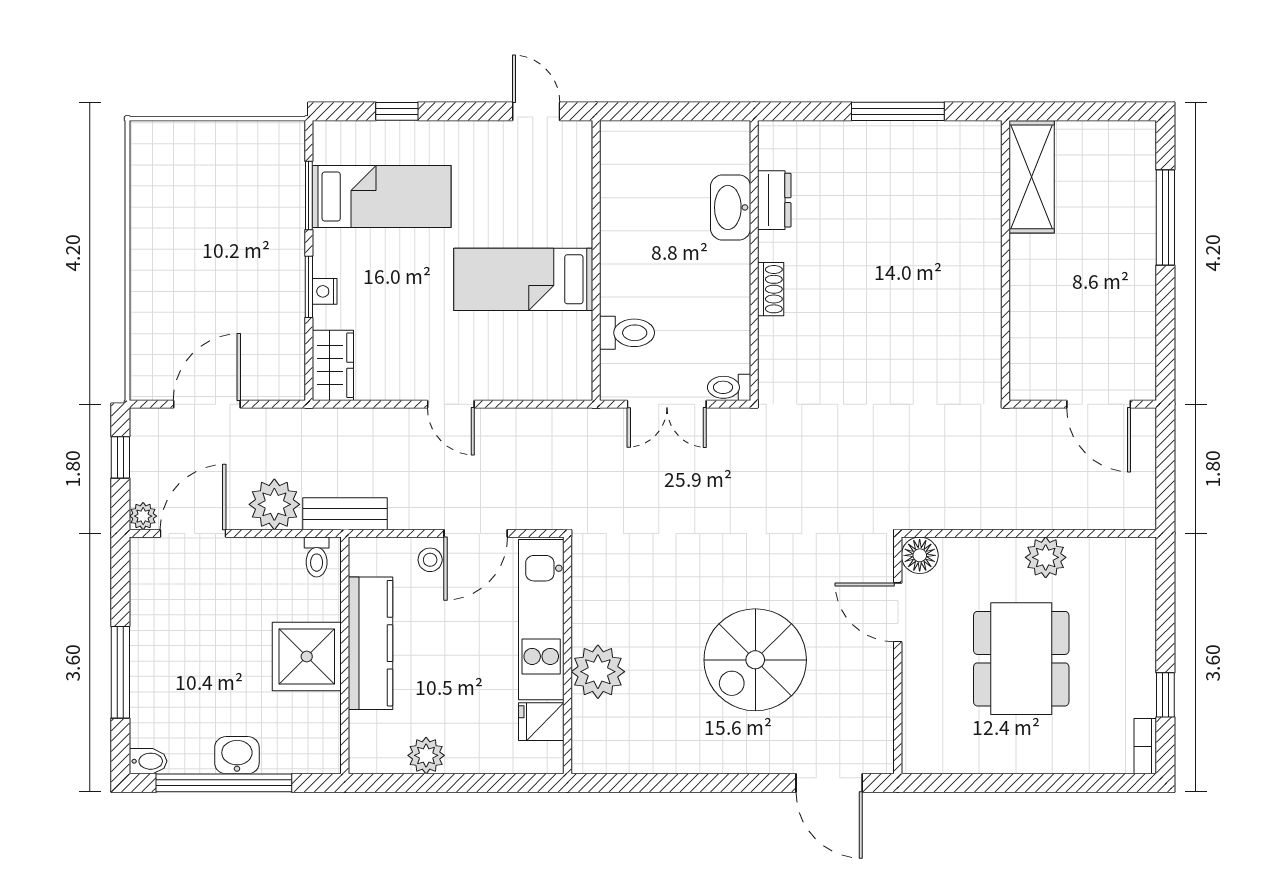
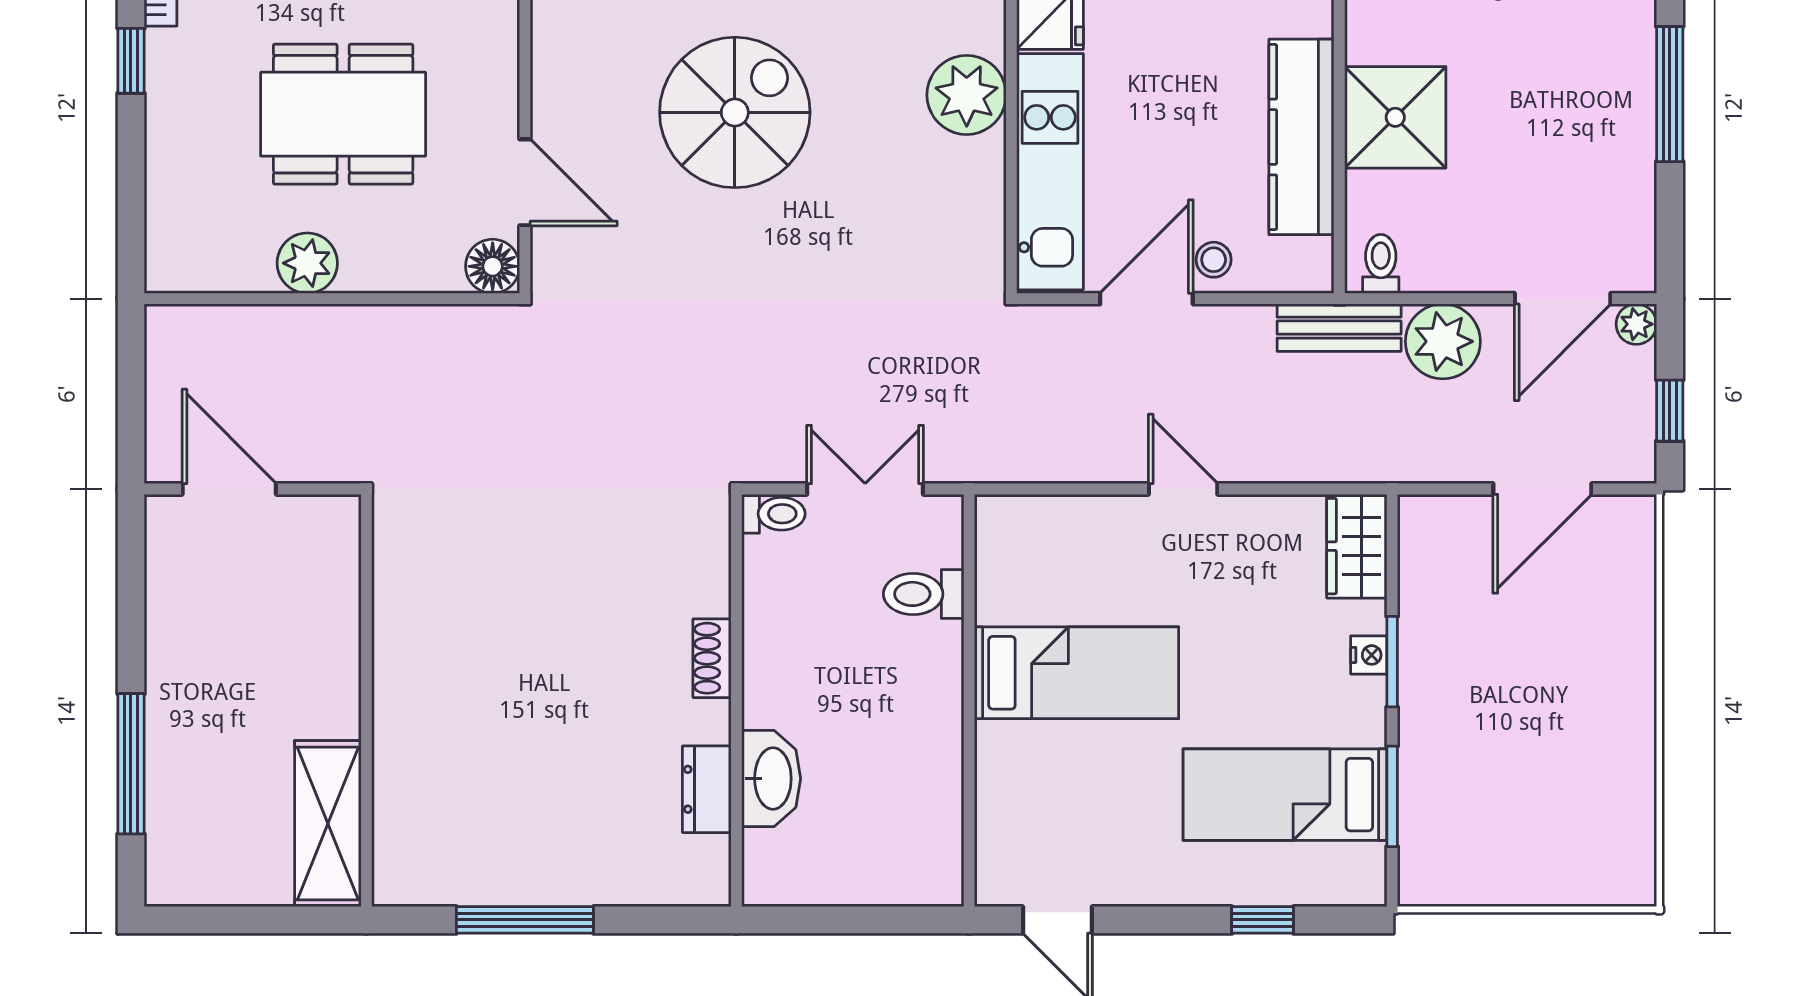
dining table: (1021, 659) -> (343, 114), turned 90

